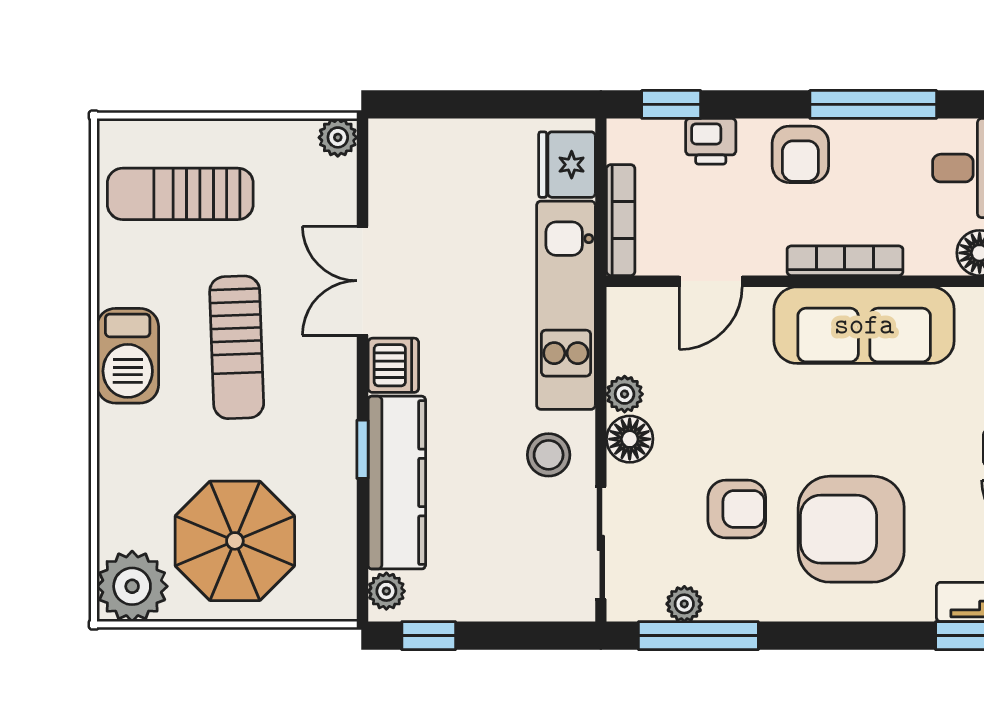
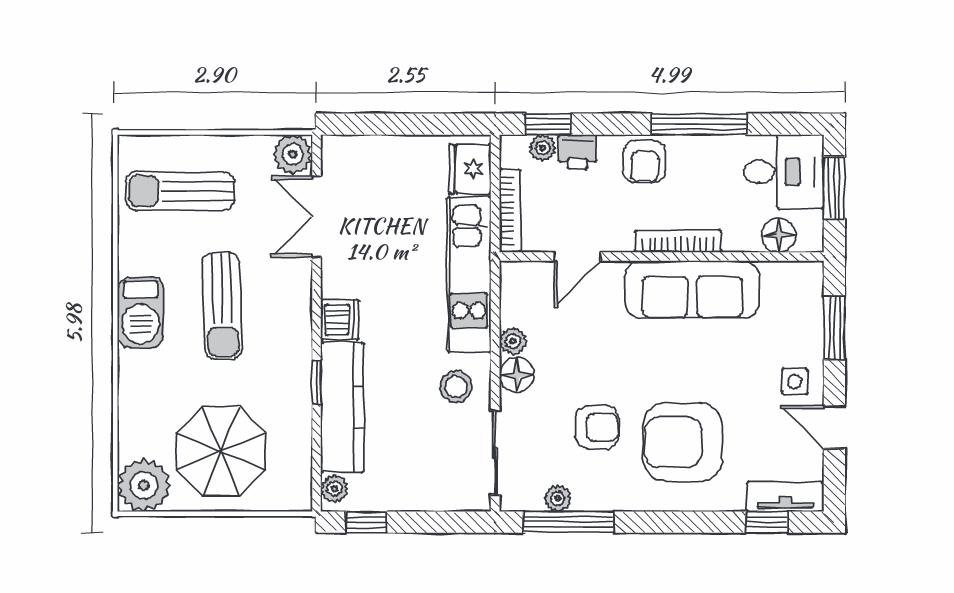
plant: (664, 136) -> (543, 148), added
plant: (338, 137) -> (293, 154), width x1.38, depth x1.38
double door: (362, 281) -> (316, 217), moved

